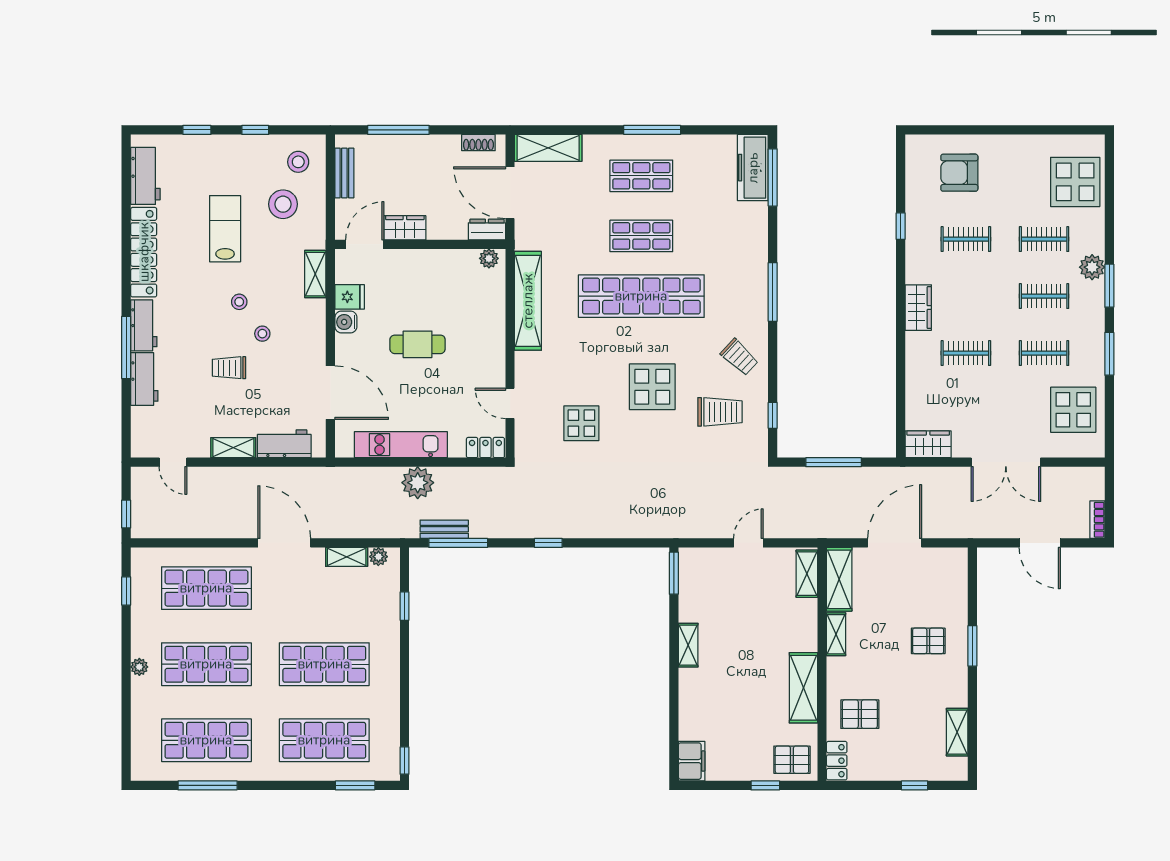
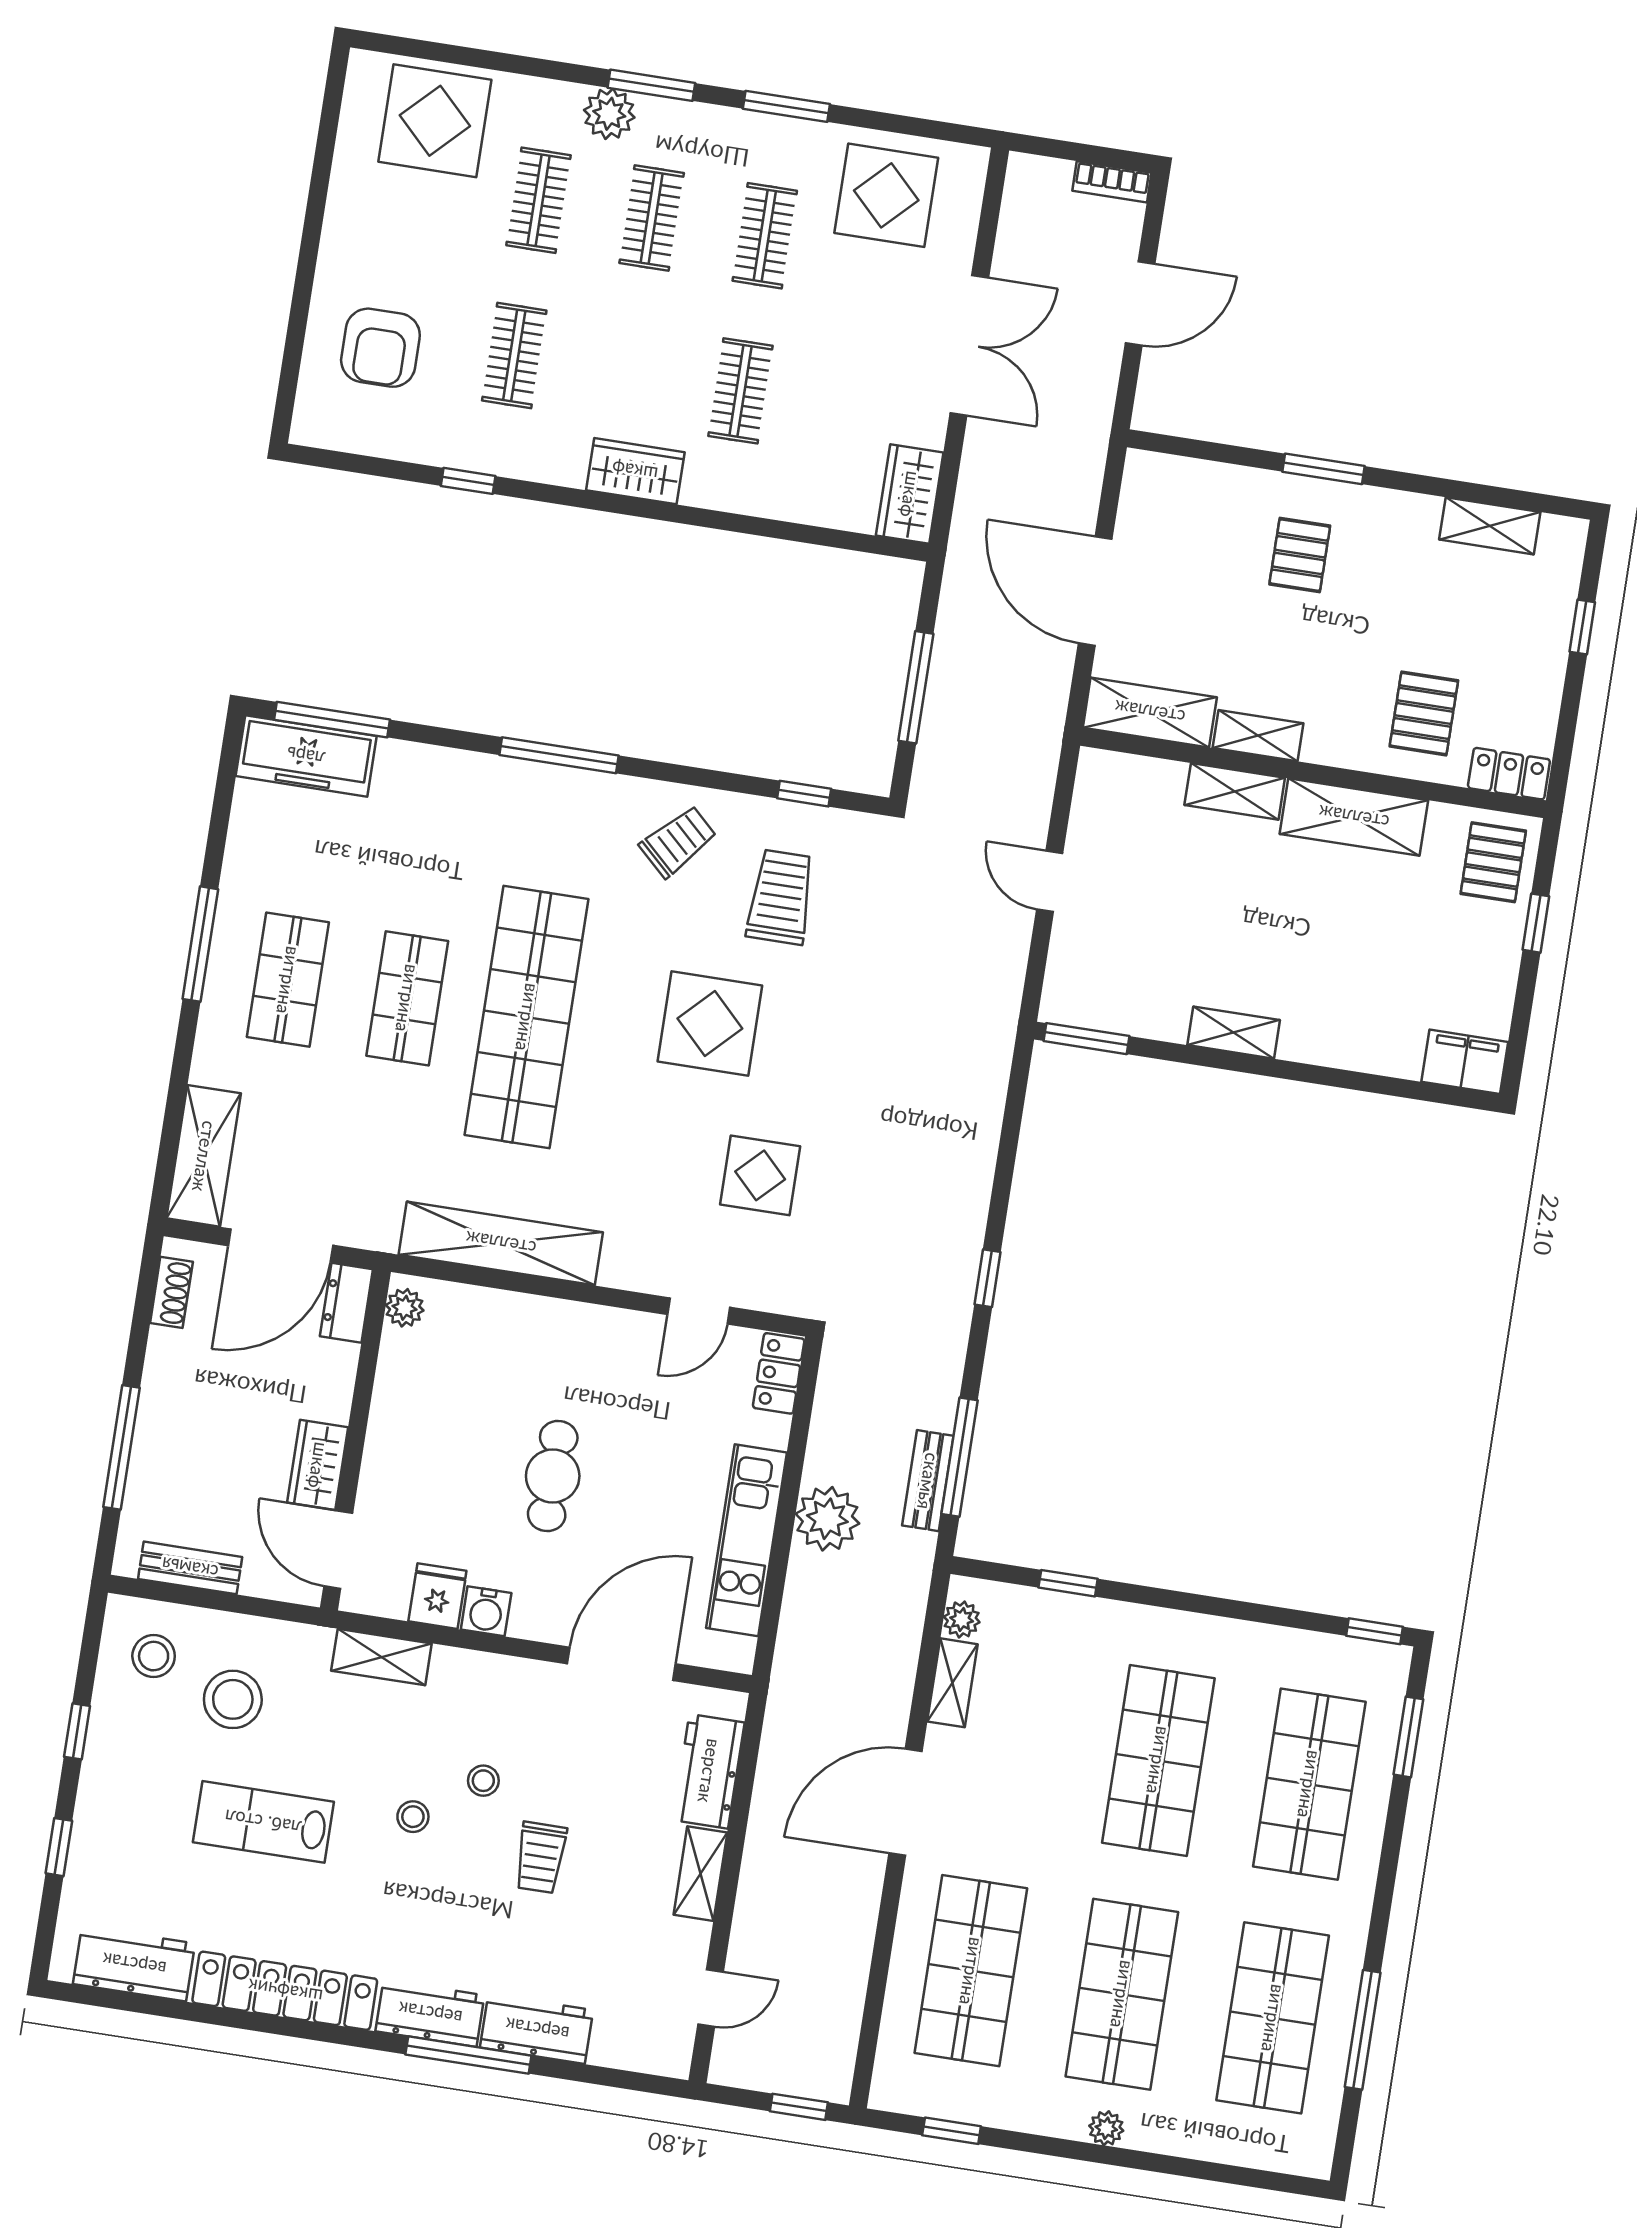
shelving: (807, 574) -> (1235, 791), moved

